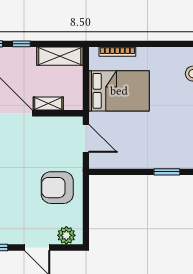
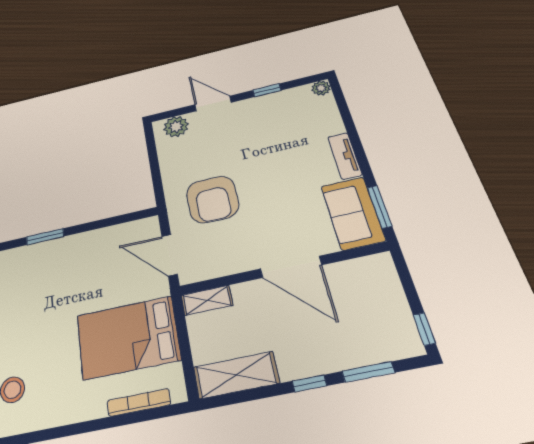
shelving: (48, 104) -> (207, 300), moved
armchair: (57, 188) -> (212, 199), moved, turned 90

